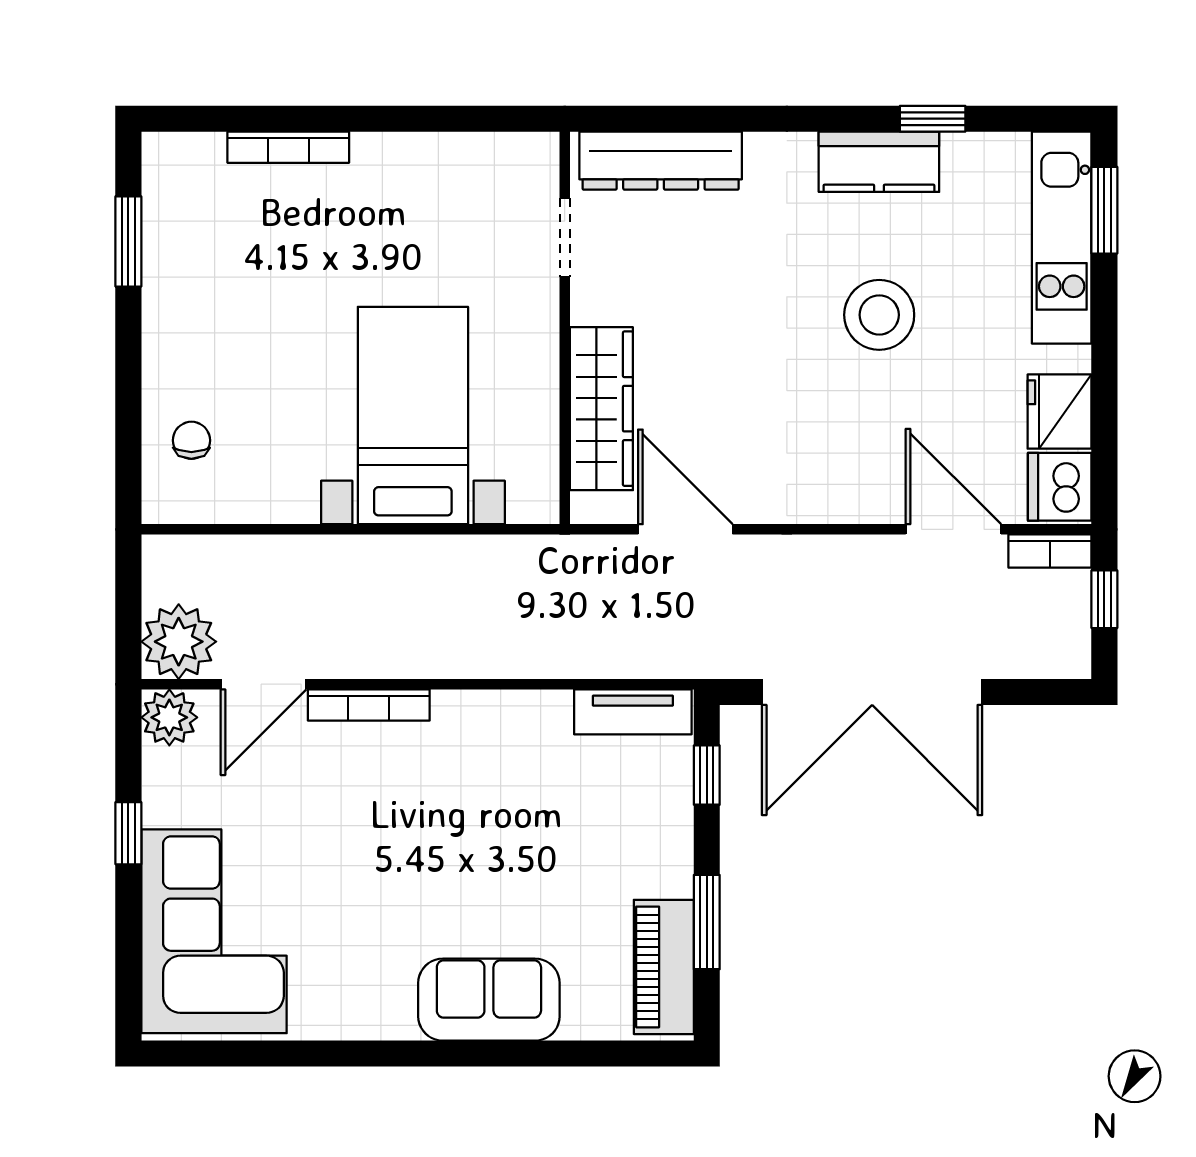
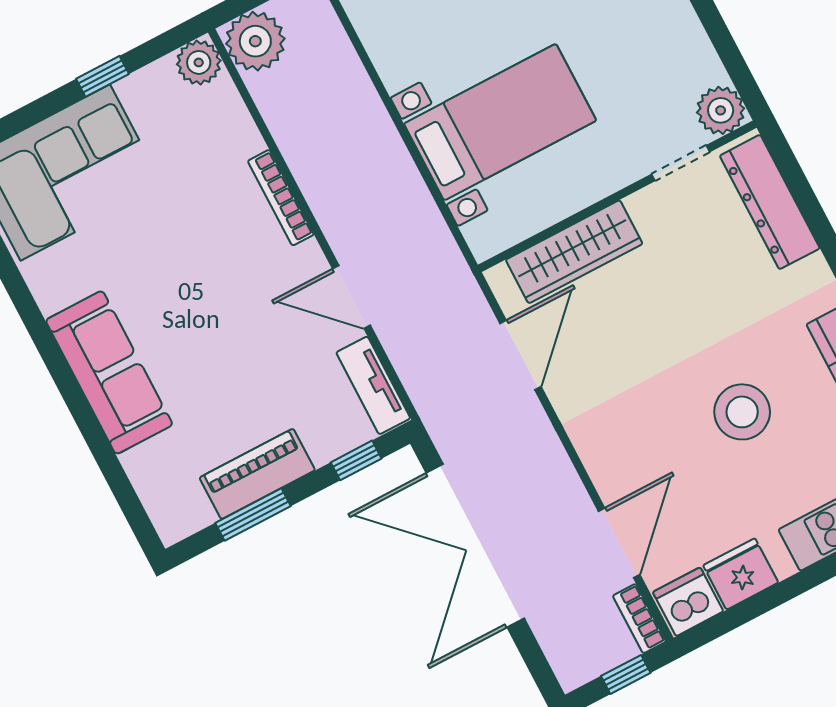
plant: (529, 162) -> (721, 110), added
door: (264, 684) -> (352, 297), moved
piano: (664, 967) -> (257, 474), moved
sofa: (489, 1000) -> (109, 372), width x1.36

